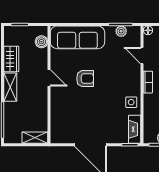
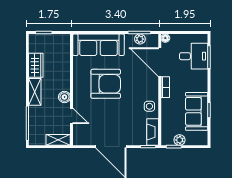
boiler: (42, 42) -> (64, 97), moved
door: (142, 56) -> (160, 62), width x1.87
door: (49, 78) -> (72, 116), moved
armchair: (85, 79) -> (106, 84), width x1.88, depth x1.88

